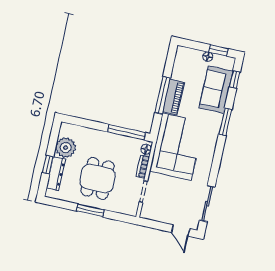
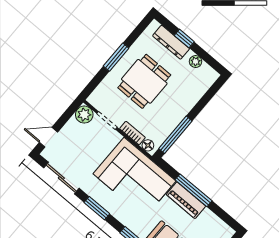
plant: (66, 148) -> (196, 61), width x0.53, depth x0.53
window: (216, 163) -> (97, 208), added
dining table: (98, 178) -> (144, 81), turned 90
plant: (148, 212) -> (84, 115), added

